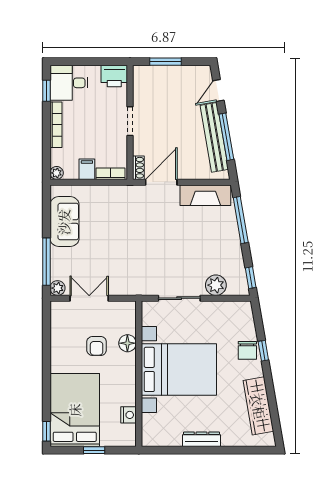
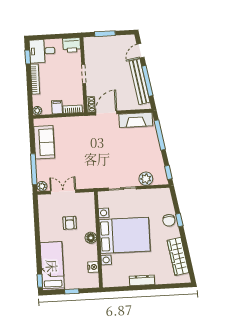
floor lamp: (127, 343) -> (91, 238), moved
bed: (75, 410) -> (52, 266), width x0.67

